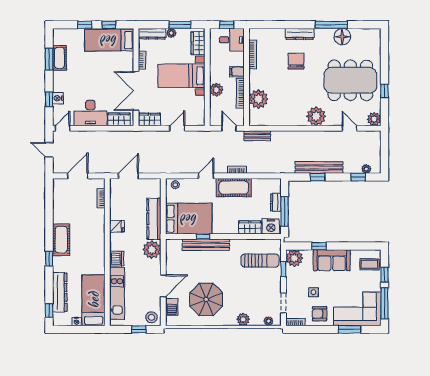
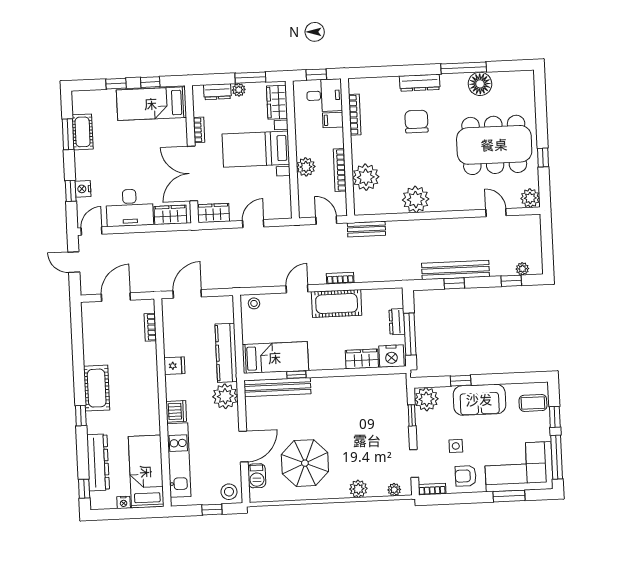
dresser: (152, 34) -> (217, 92), width x0.70
filing cabinet: (237, 72) -> (333, 120), moved
plant: (316, 116) -> (416, 199), moved
bed: (189, 219) -> (275, 358), width x0.67
bench: (206, 245) -> (277, 387), moved
sun lounger: (260, 260) -> (378, 405), removed

